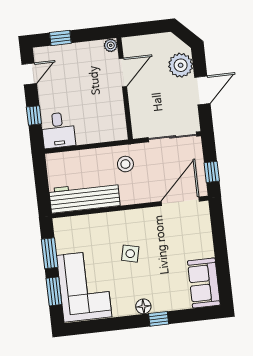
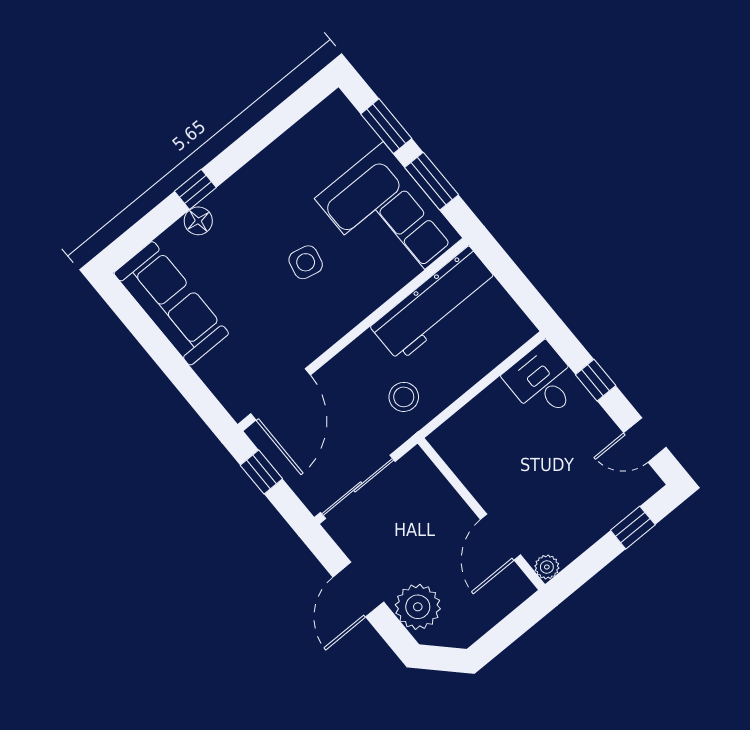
door: (29, 74) -> (645, 440), hinge flipped
sofa: (204, 283) -> (171, 303), width x1.36
corner sofa: (84, 286) -> (389, 218), moved
floor lamp: (143, 306) -> (198, 221), moved

